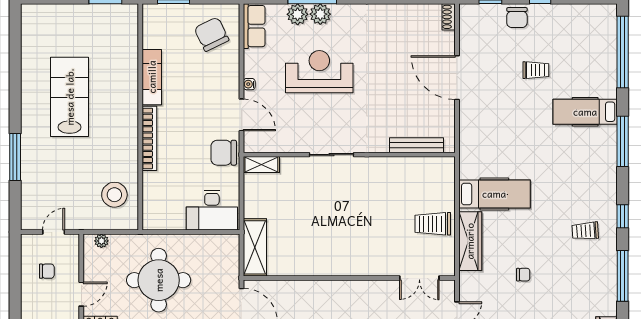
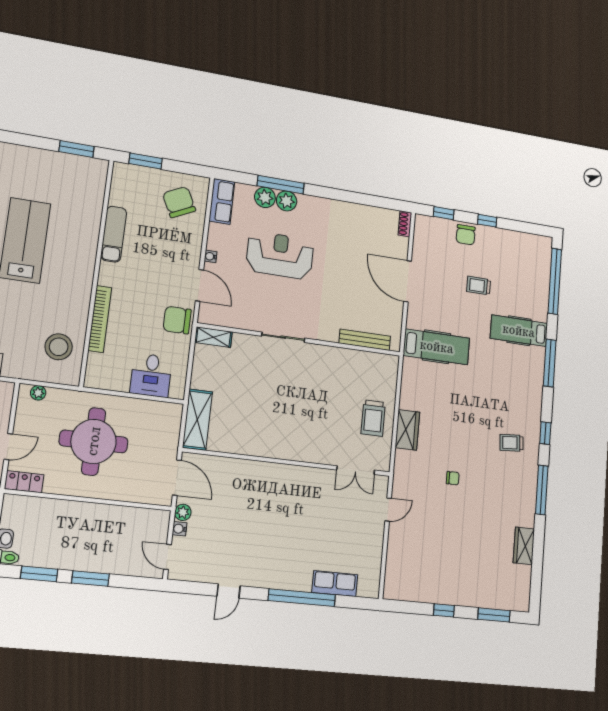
trolley: (536, 70) -> (479, 286), turned 180
bookcase: (149, 138) -> (100, 319), moved
hospital bed: (494, 194) -> (437, 347), moved
desk: (212, 210) -> (151, 375), width x0.73
trolley: (433, 224) -> (373, 418), turned -90
wardrobe: (470, 241) -> (407, 430), width x0.67

